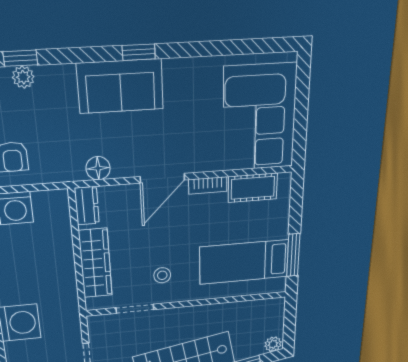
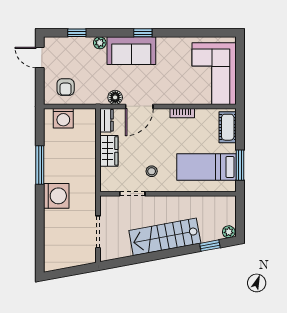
plant: (23, 77) -> (100, 43), moved
door: (162, 178) -> (139, 106), moved
cot: (253, 188) -> (228, 127), moved, turned 90
wardrobe: (95, 263) -> (109, 151), width x0.67

